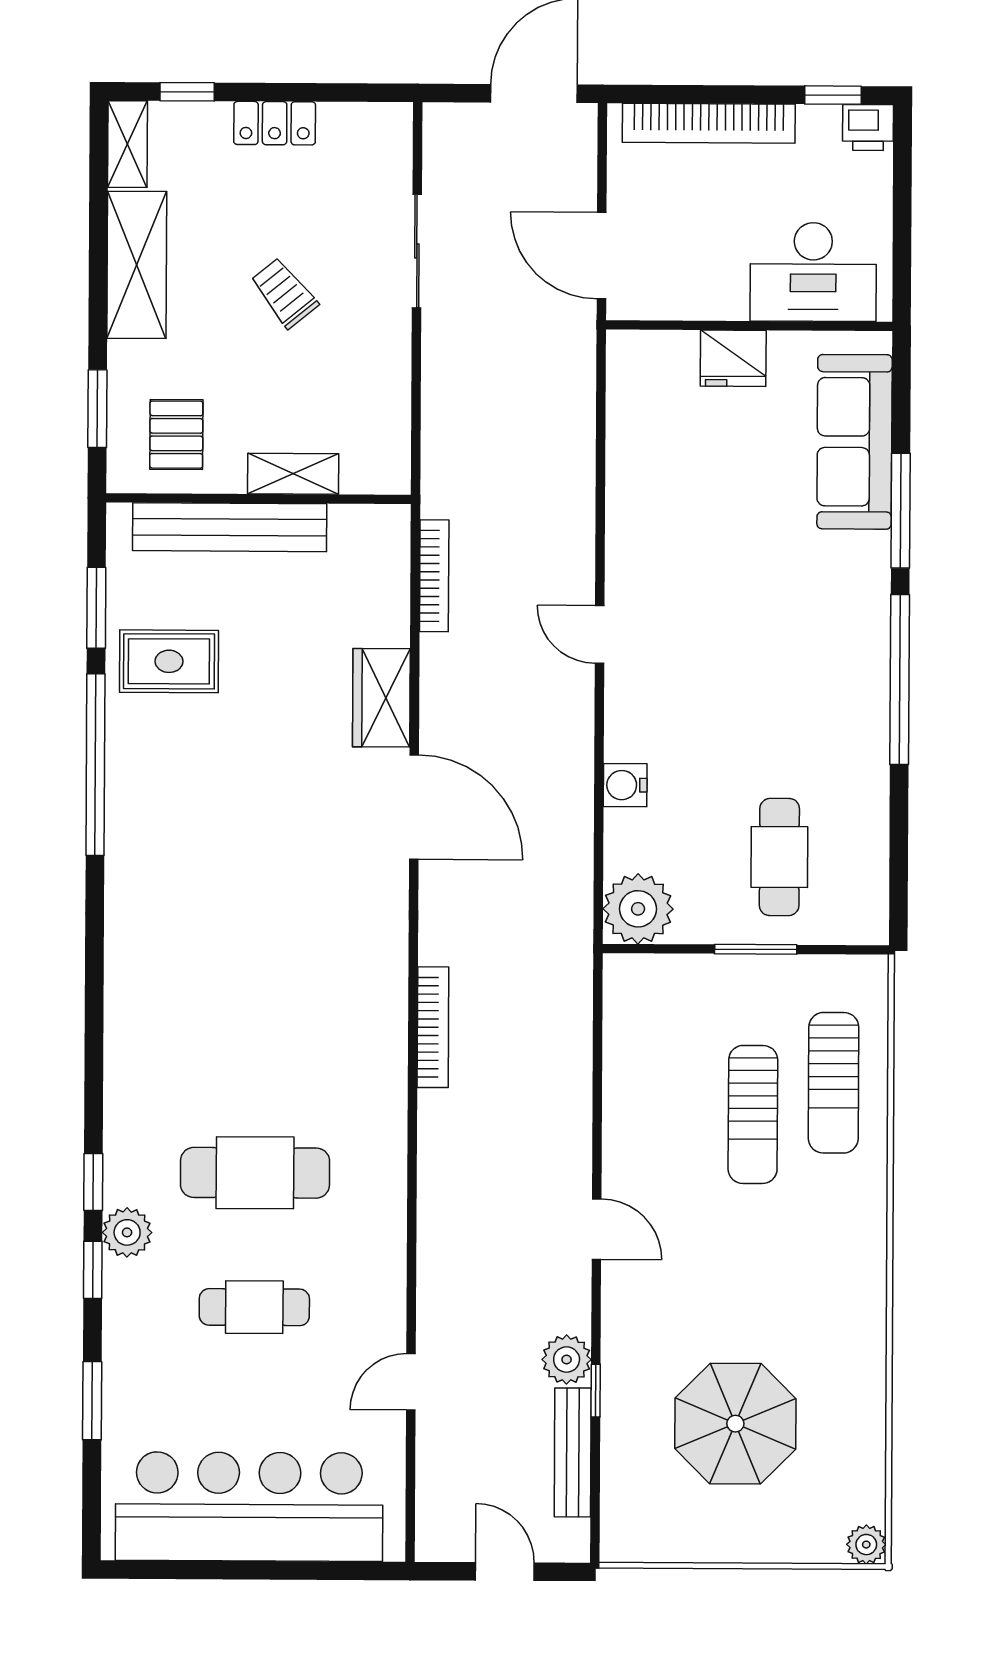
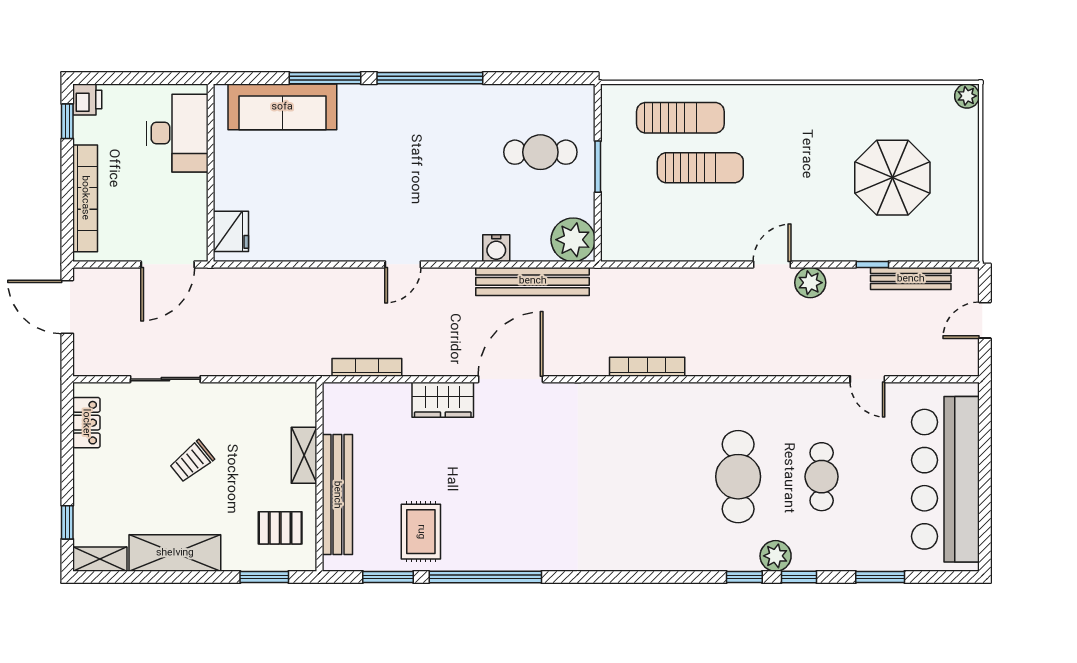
locker: (275, 123) -> (86, 423), moved
fridge: (733, 358) -> (231, 231), moved
bench: (571, 843) -> (533, 281), added
plant: (567, 1360) -> (810, 283), moved

